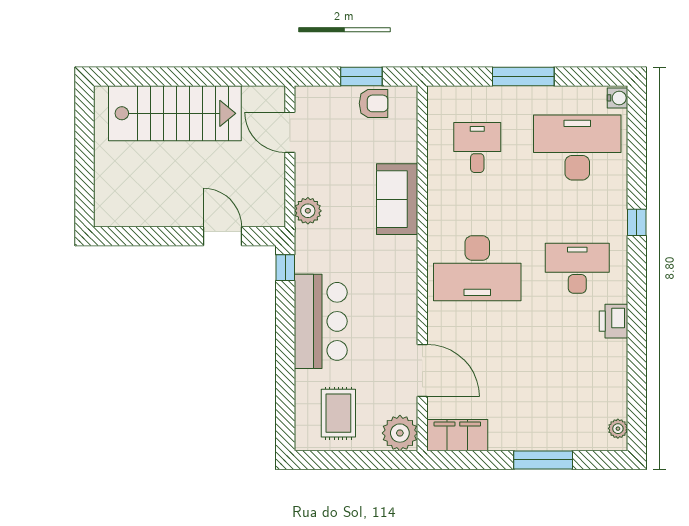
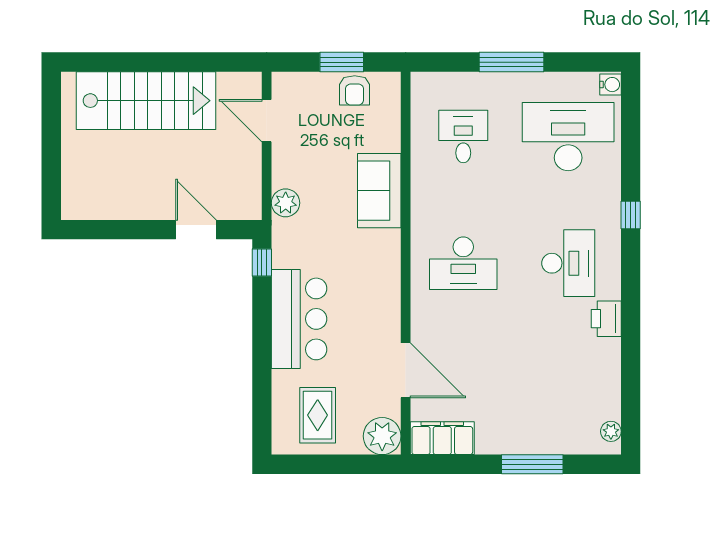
armchair: (374, 103) -> (355, 90), turned 90
desk: (477, 268) -> (463, 263), width x0.73, depth x0.77
desk: (577, 268) -> (568, 263), turned 90

